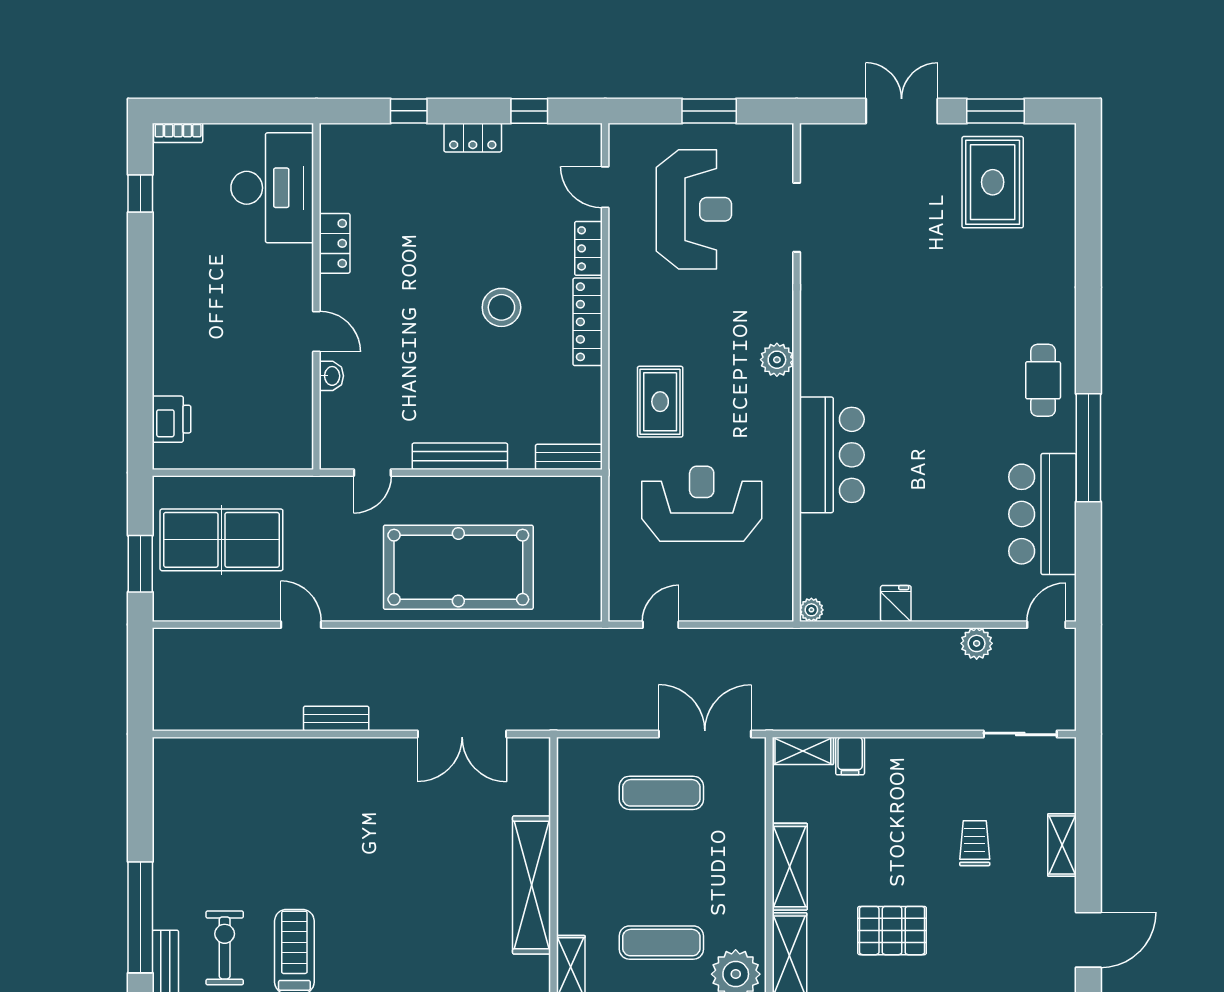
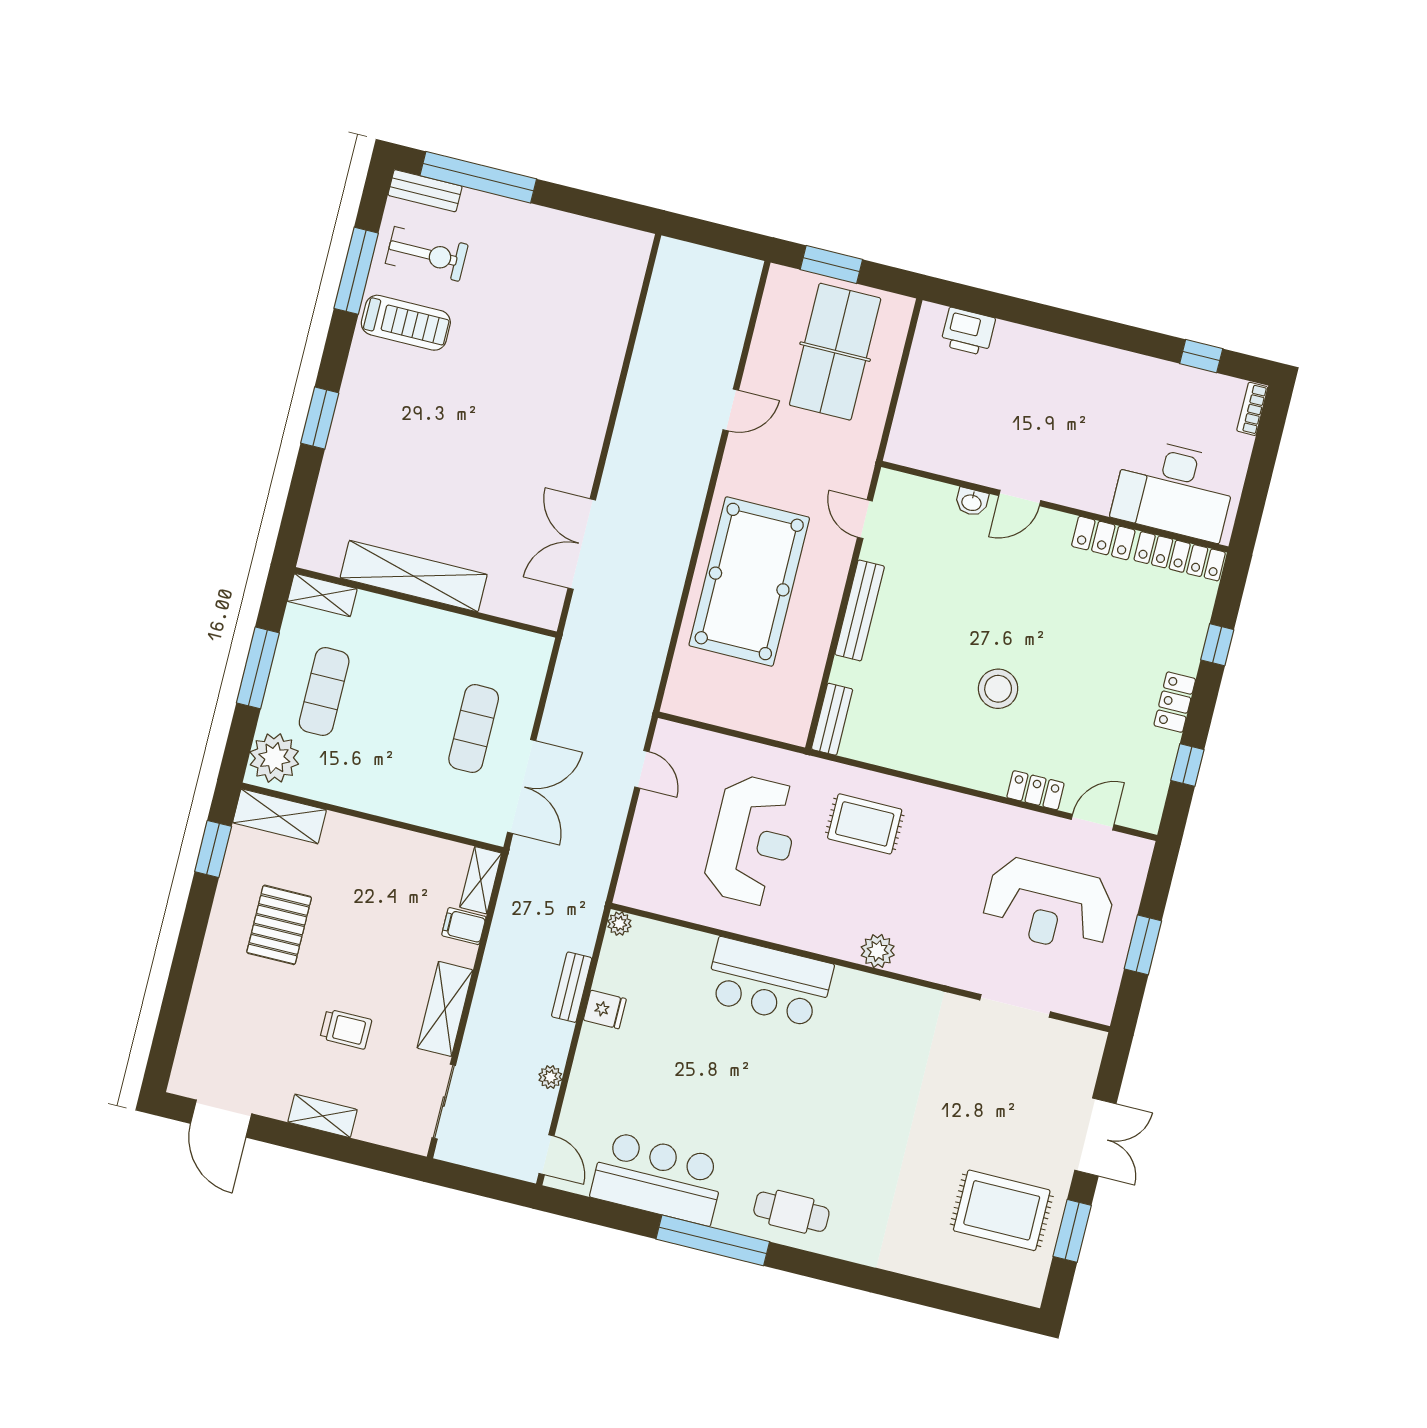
locker: (588, 322) -> (1180, 556), moved, turned 180
plant: (977, 643) -> (550, 1077), width x0.73, depth x0.73
bench: (336, 719) -> (572, 987), moved
shelving: (790, 867) -> (445, 1009), moved, turned 90

